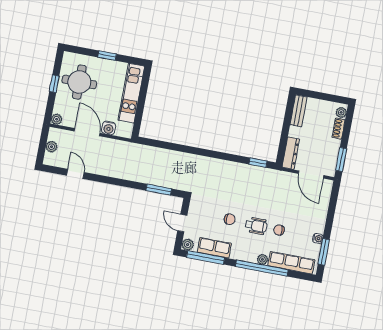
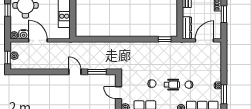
water cooler: (109, 128) -> (24, 34), moved
window: (42, 147) -> (8, 58), added
window: (341, 160) -> (224, 14), moved
door: (75, 174) -> (75, 72), moved
door: (311, 175) -> (204, 40), swing flipped

